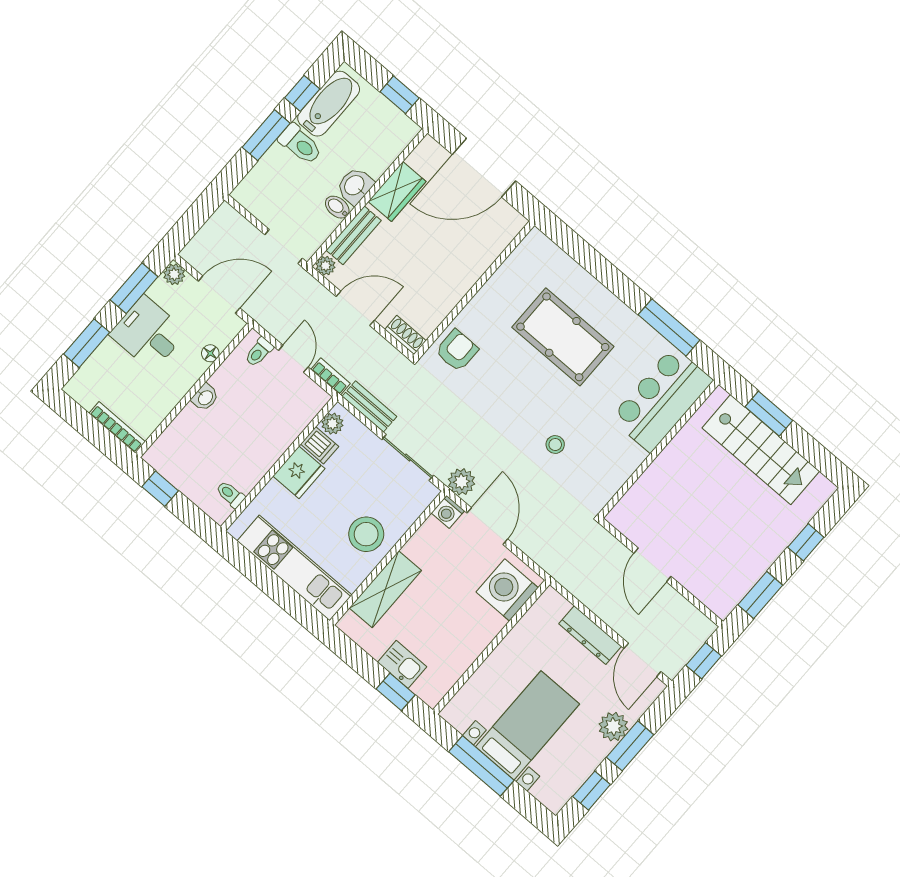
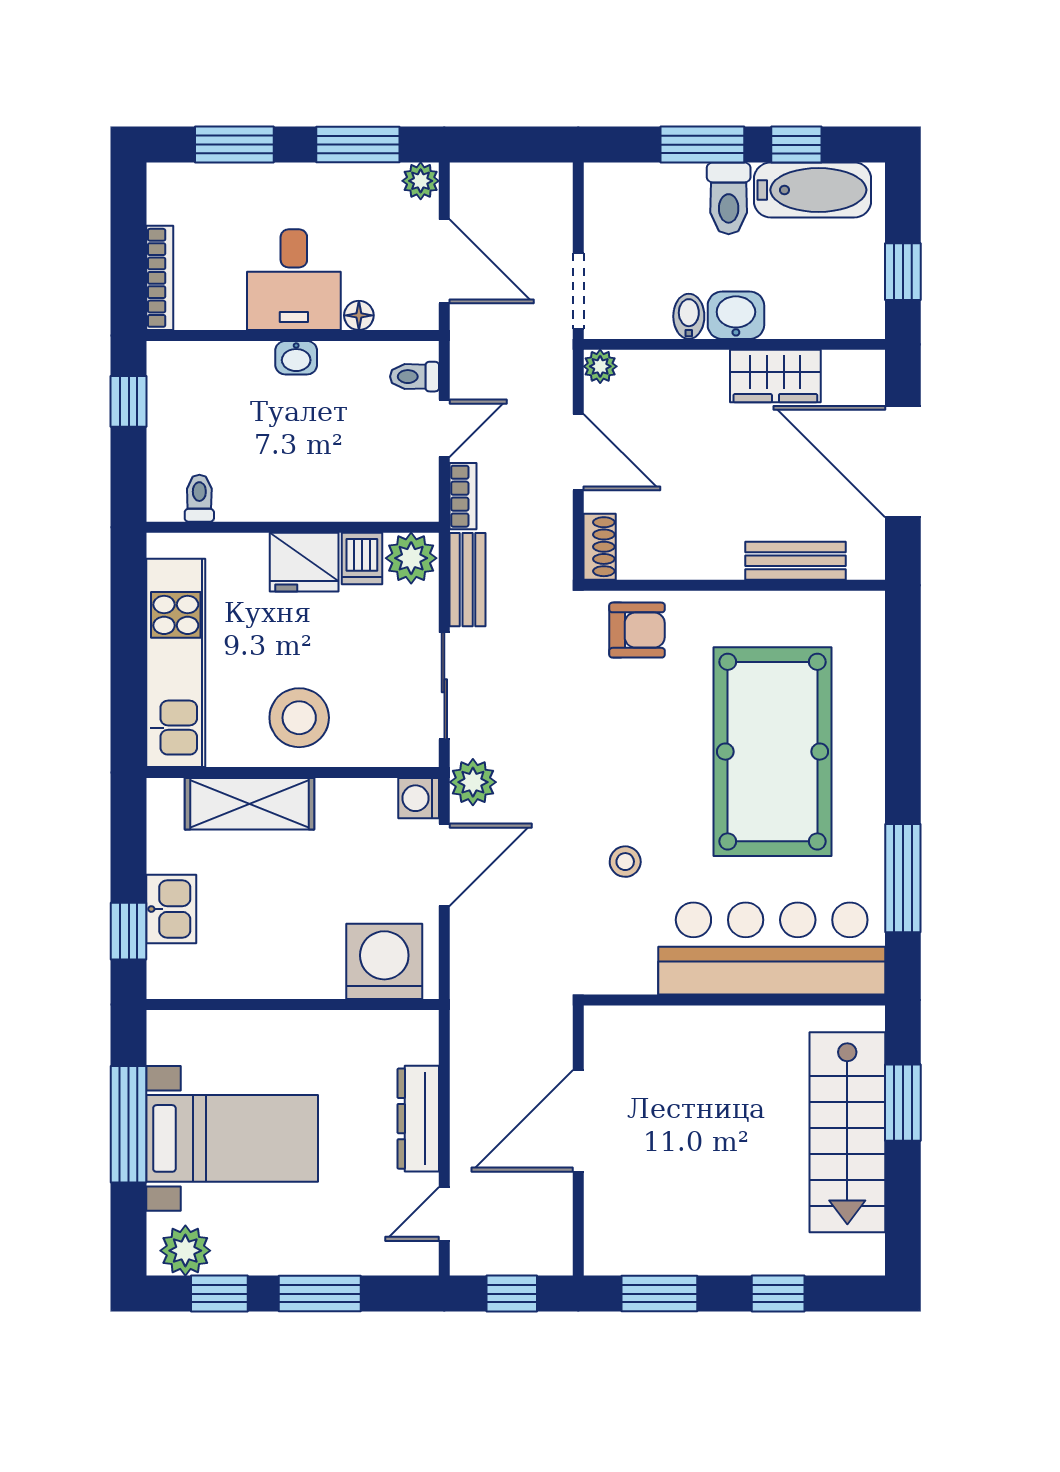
bench: (354, 235) -> (795, 561), moved
desk: (148, 333) -> (294, 280), moved, turned 180
pool table: (563, 337) -> (773, 752), width x1.36, depth x1.32
bar counter: (662, 399) -> (772, 949), width x1.36
plant: (332, 424) -> (411, 558), width x1.38, depth x1.38
door: (652, 565) -> (578, 1121), width x1.36
door: (642, 660) -> (444, 1214), width x0.73
plant: (613, 727) -> (185, 1251), moved

